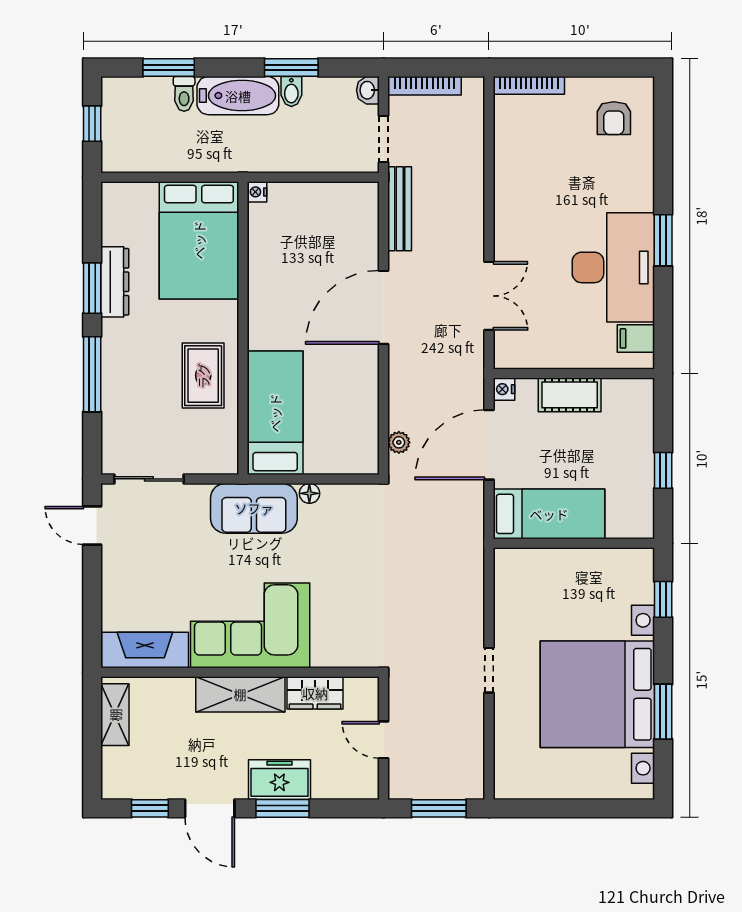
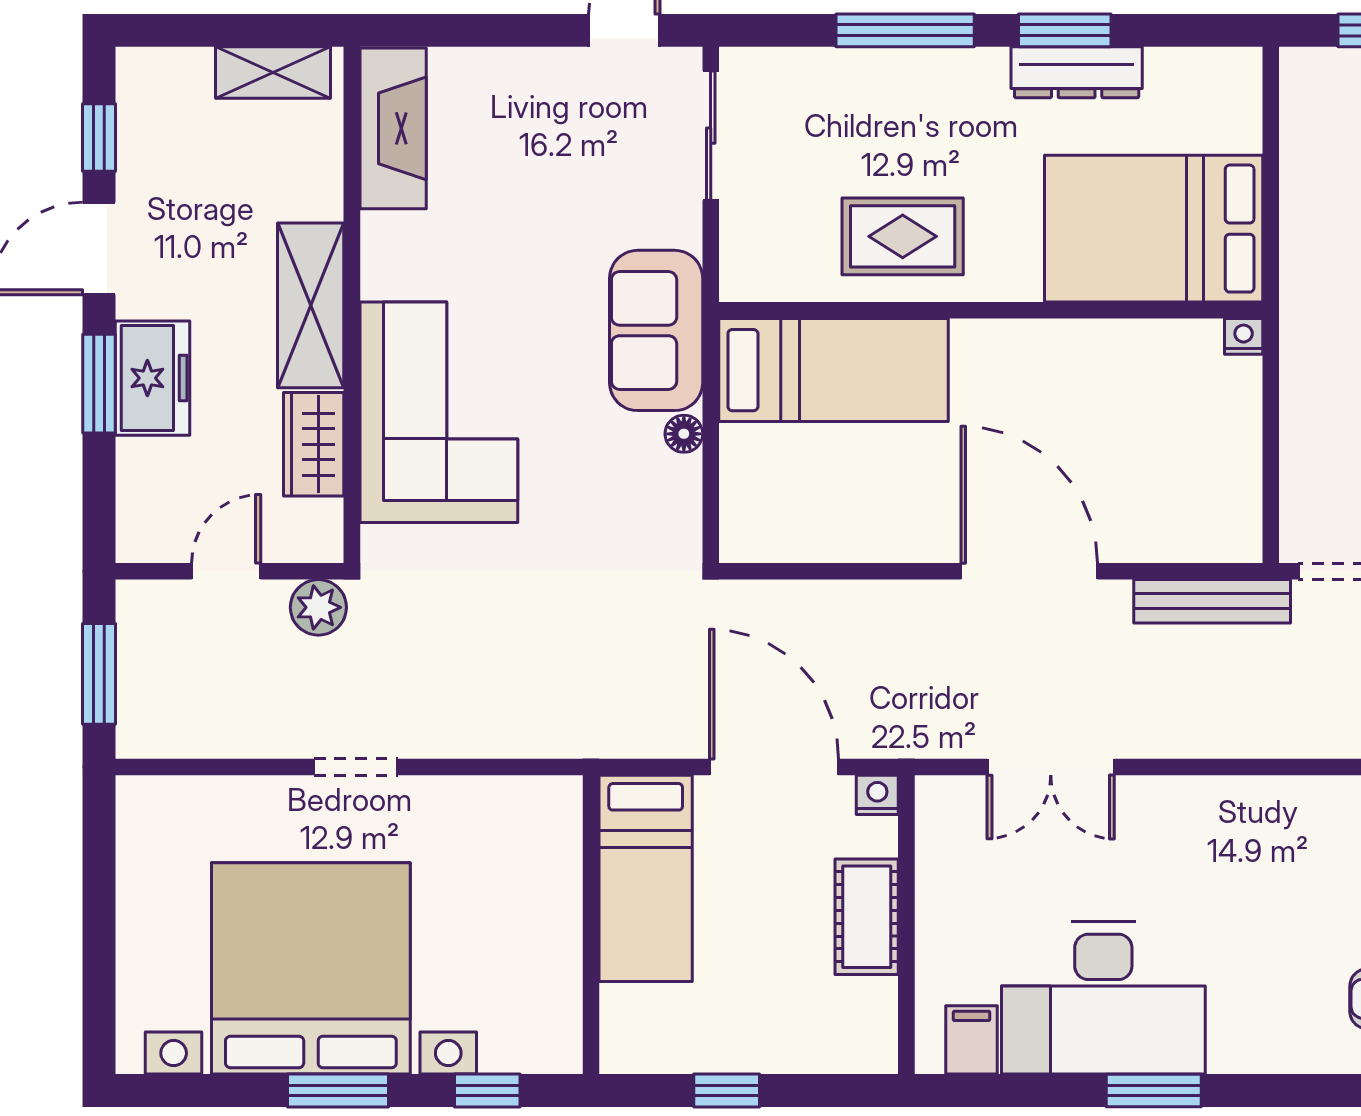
plant: (399, 442) -> (318, 607), moved, width x1.38, depth x1.38
corner sofa: (250, 625) -> (439, 412), moved
window: (663, 712) -> (338, 1090), moved

